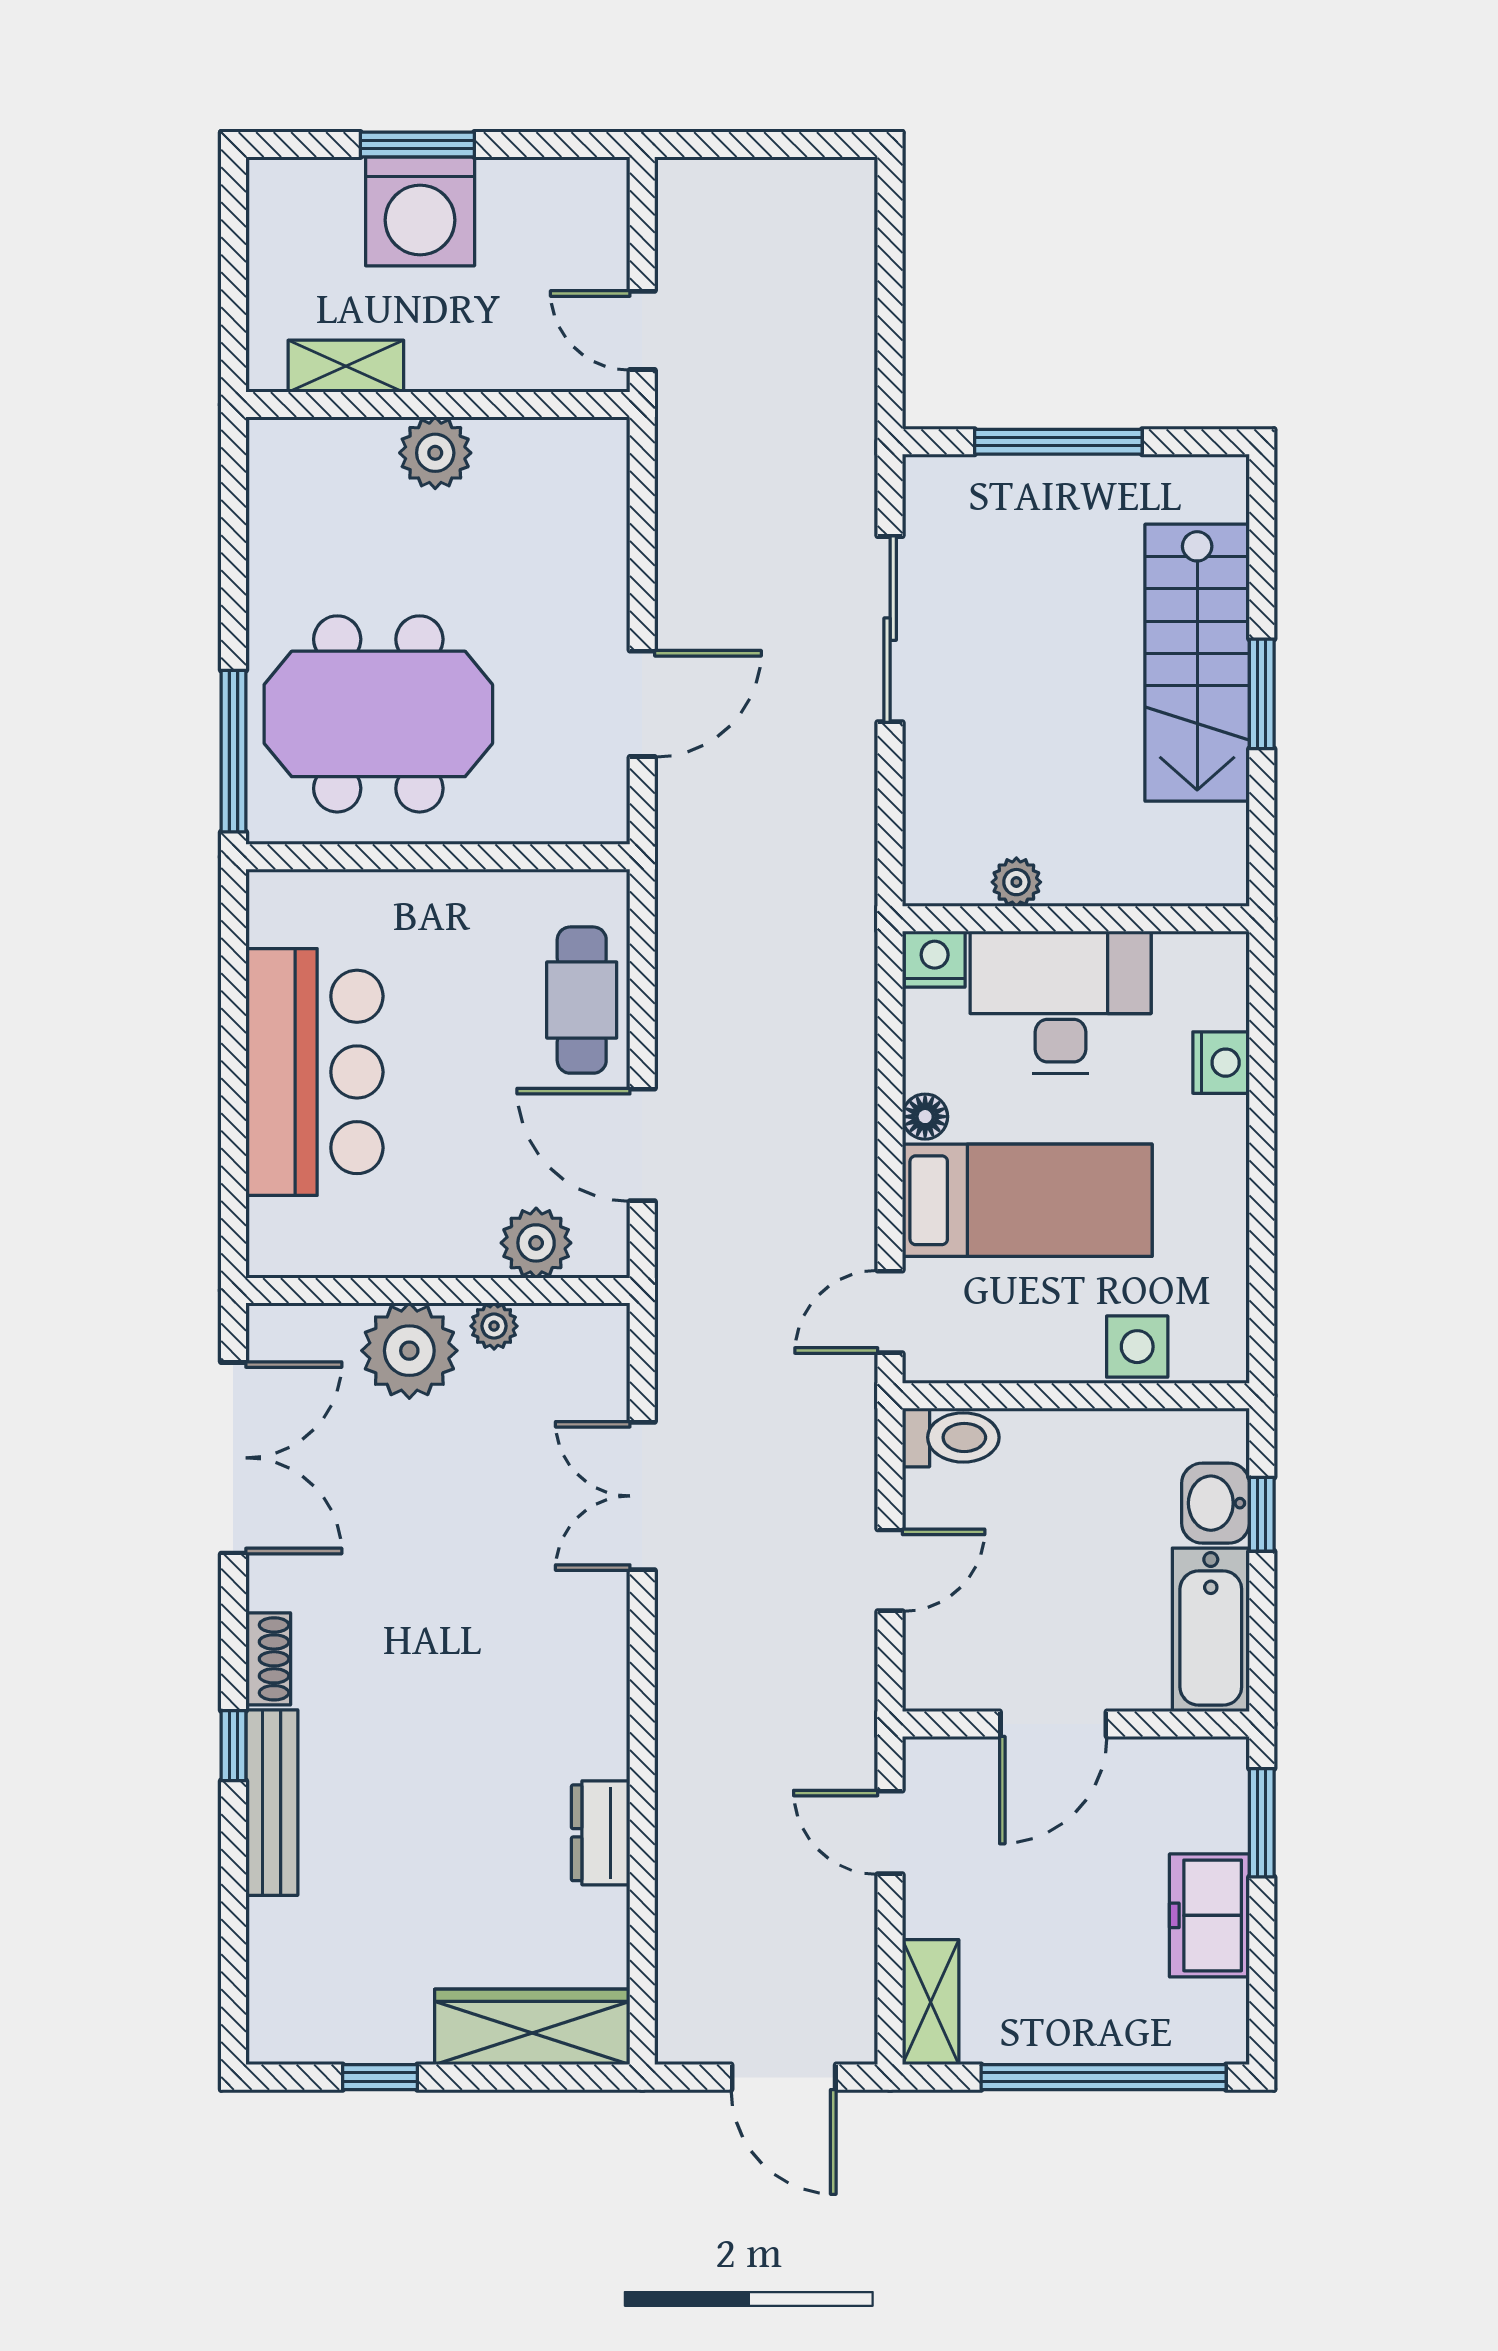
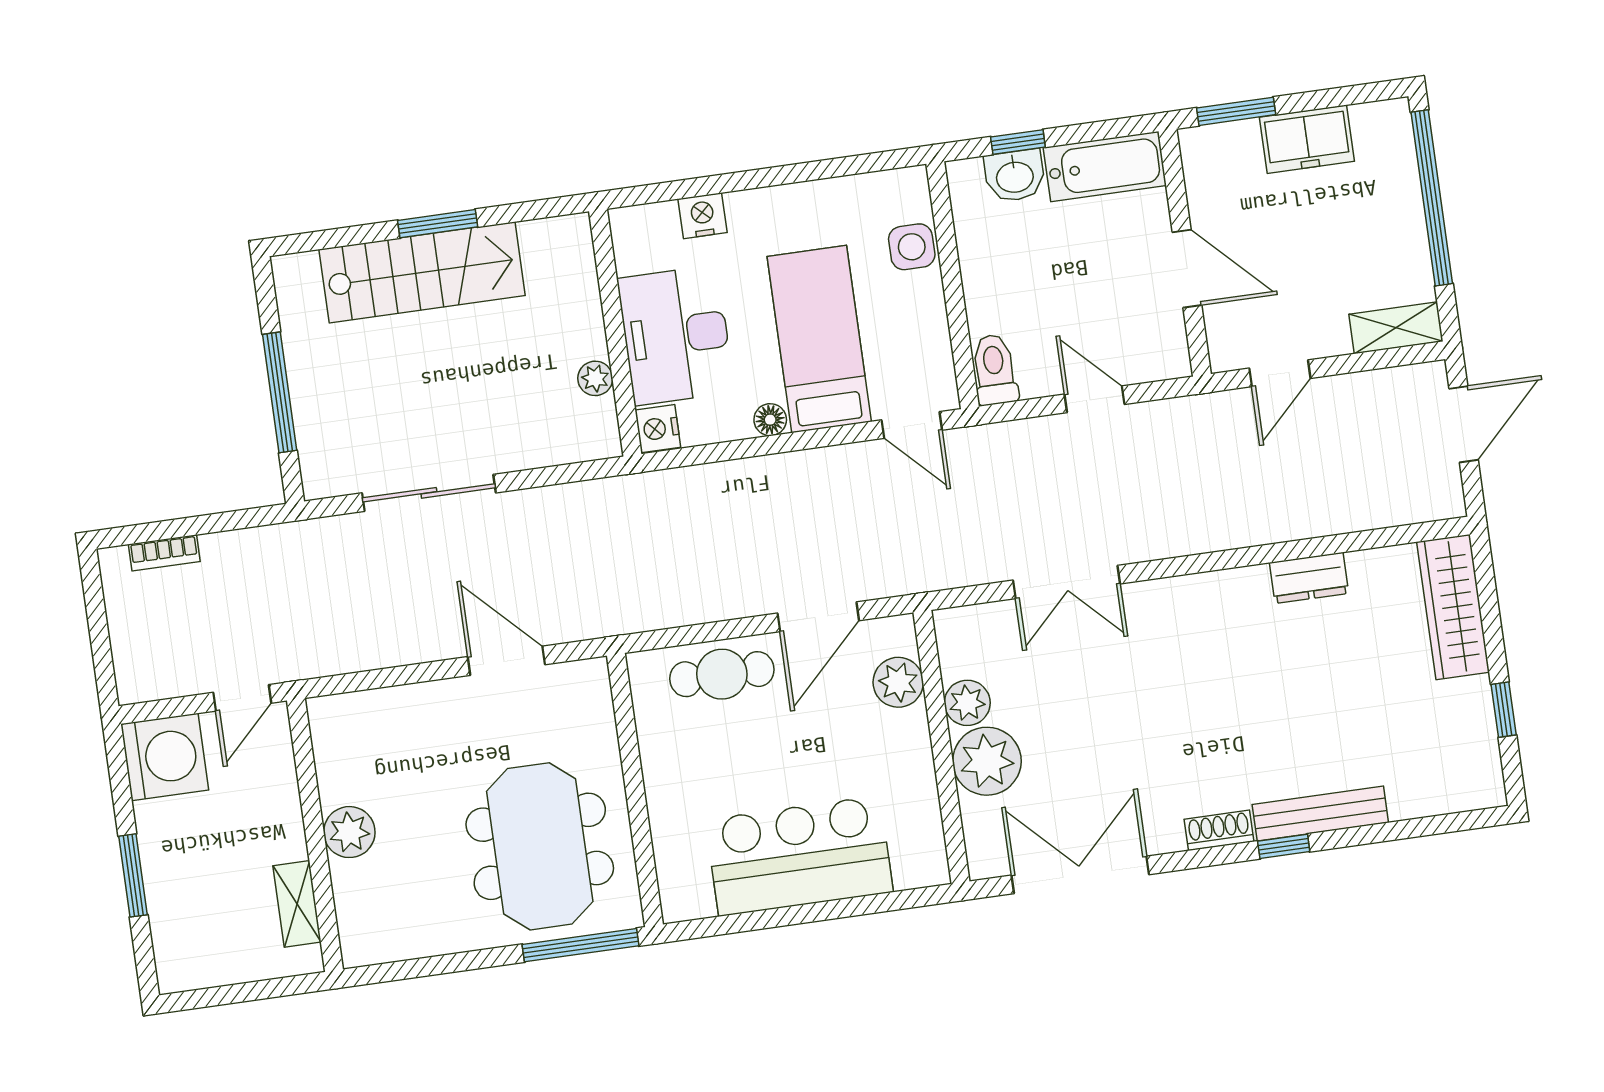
washing machine: (420, 211) -> (165, 757), moved
bookcase: (858, 250) -> (164, 553), added
plant: (494, 1326) -> (967, 703), width x1.38, depth x1.38

